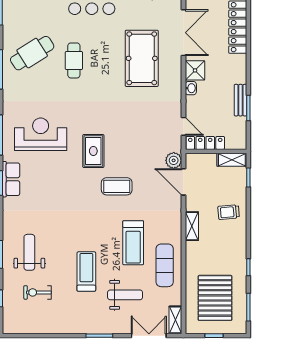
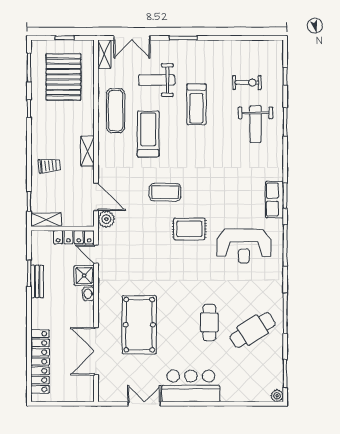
shower: (195, 70) -> (84, 276), moved
rug: (93, 151) -> (189, 229), turned 90

